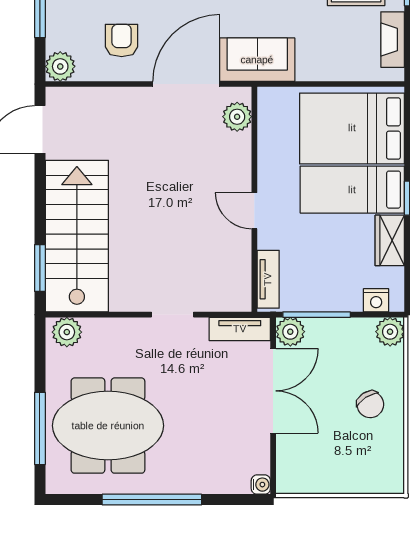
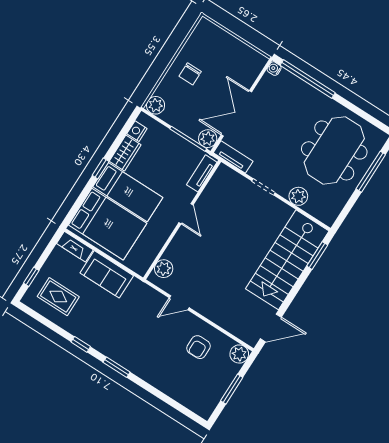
fireplace: (393, 40) -> (75, 247), moved, turned 90
sofa: (257, 60) -> (107, 274), moved
door: (186, 84) -> (179, 303), width x0.53
nightstand: (376, 300) -> (137, 131), moved, turned -90
plant: (67, 332) -> (298, 196), moved
chair: (370, 404) -> (190, 74), turned -147
meeting table: (108, 426) -> (334, 150), turned 90
window: (152, 500) -> (308, 79), moved

